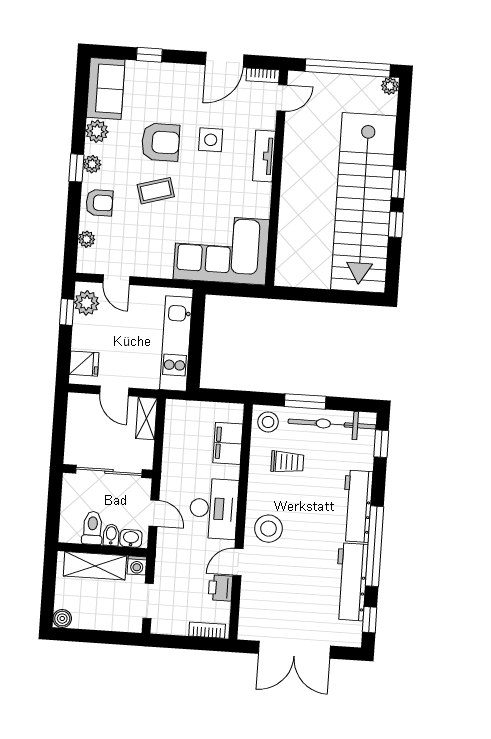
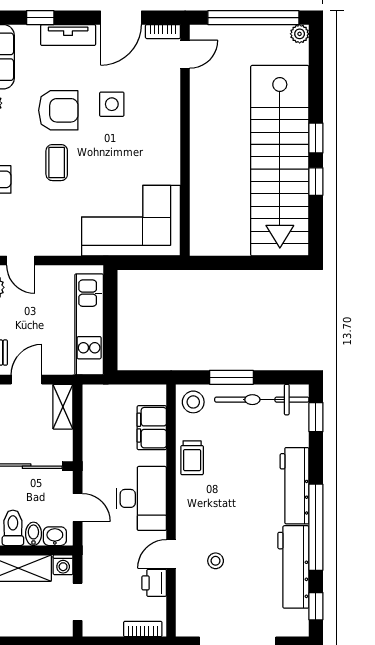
tv unit: (264, 156) -> (68, 35), moved, turned -90
coffee table: (156, 191) -> (57, 163), turned -74
door: (114, 391) -> (26, 380), swing flipped
trolley: (287, 462) -> (192, 458), moved, turned 90
stool: (268, 529) -> (216, 561), moved, width x0.53, depth x0.53

